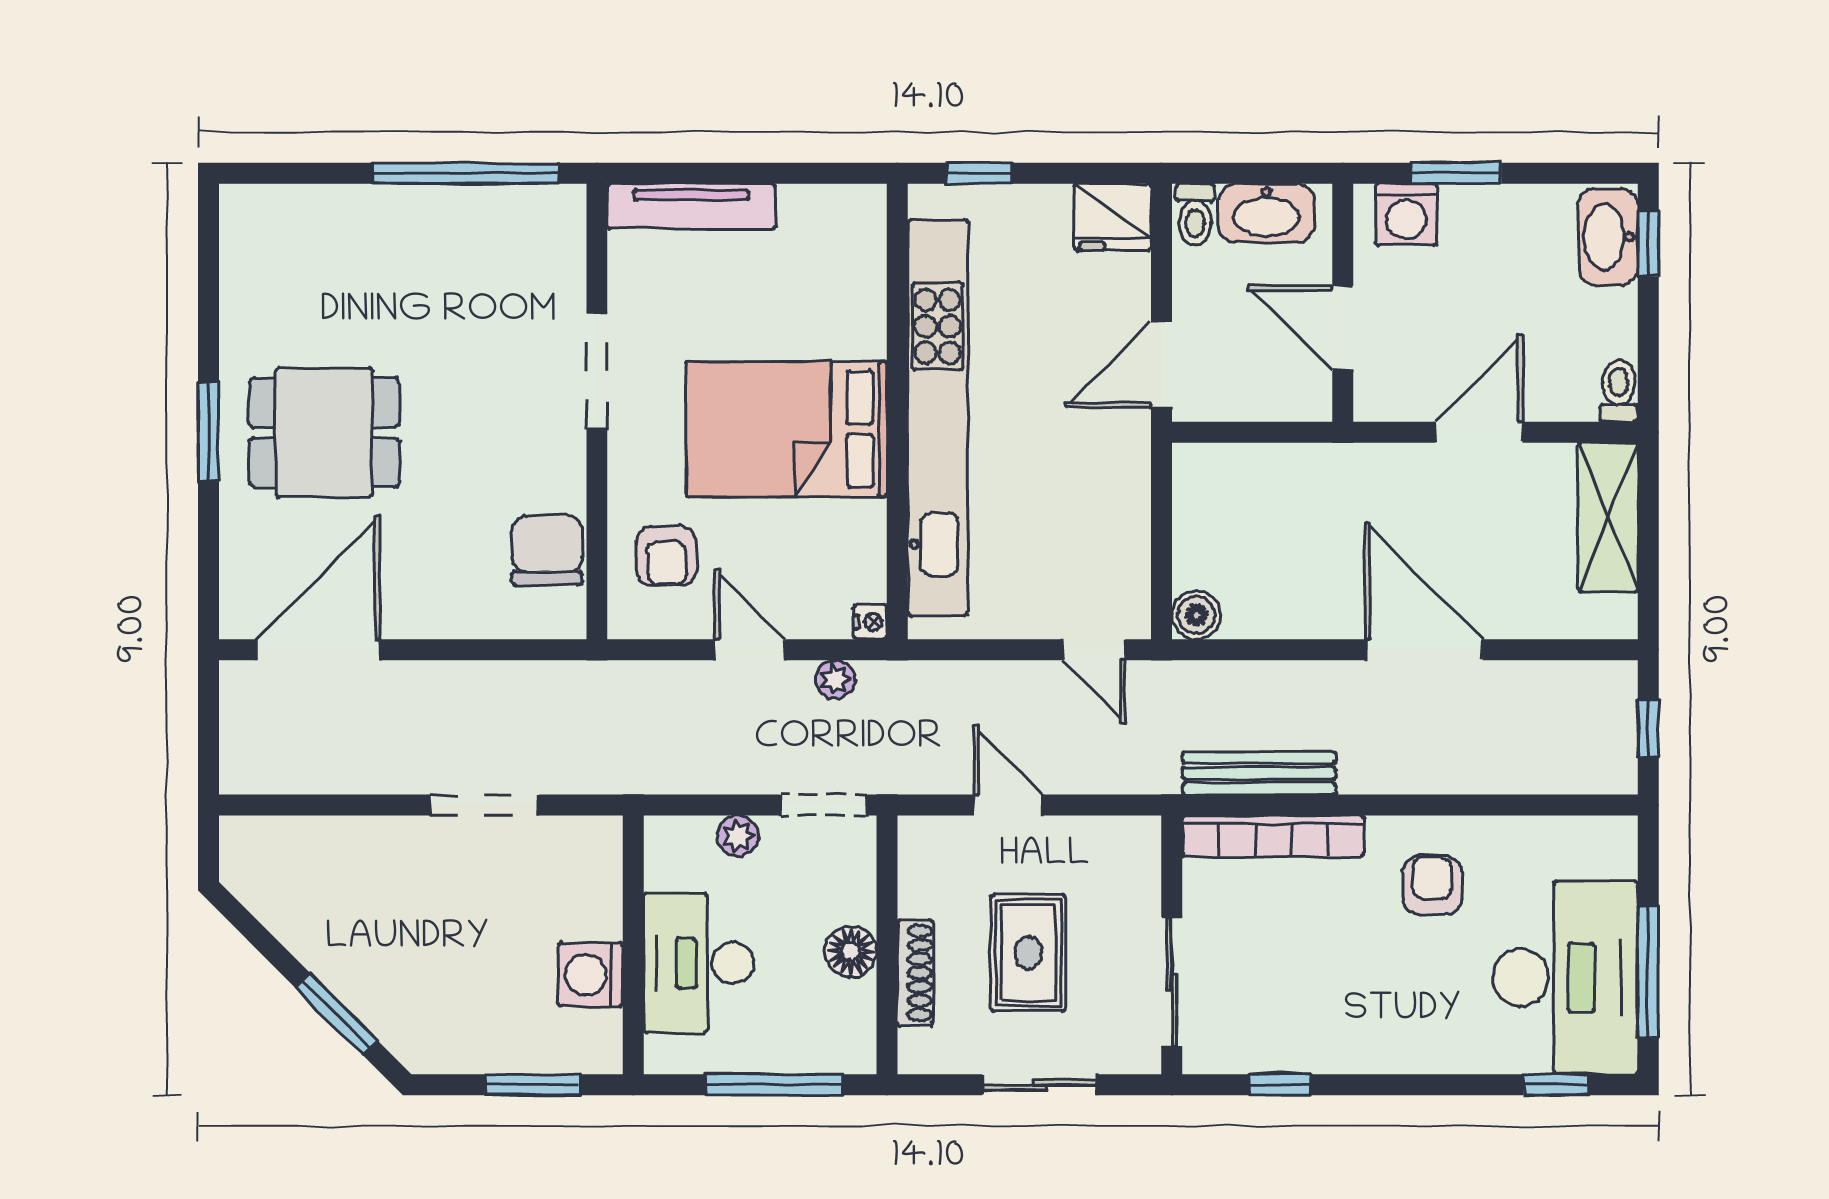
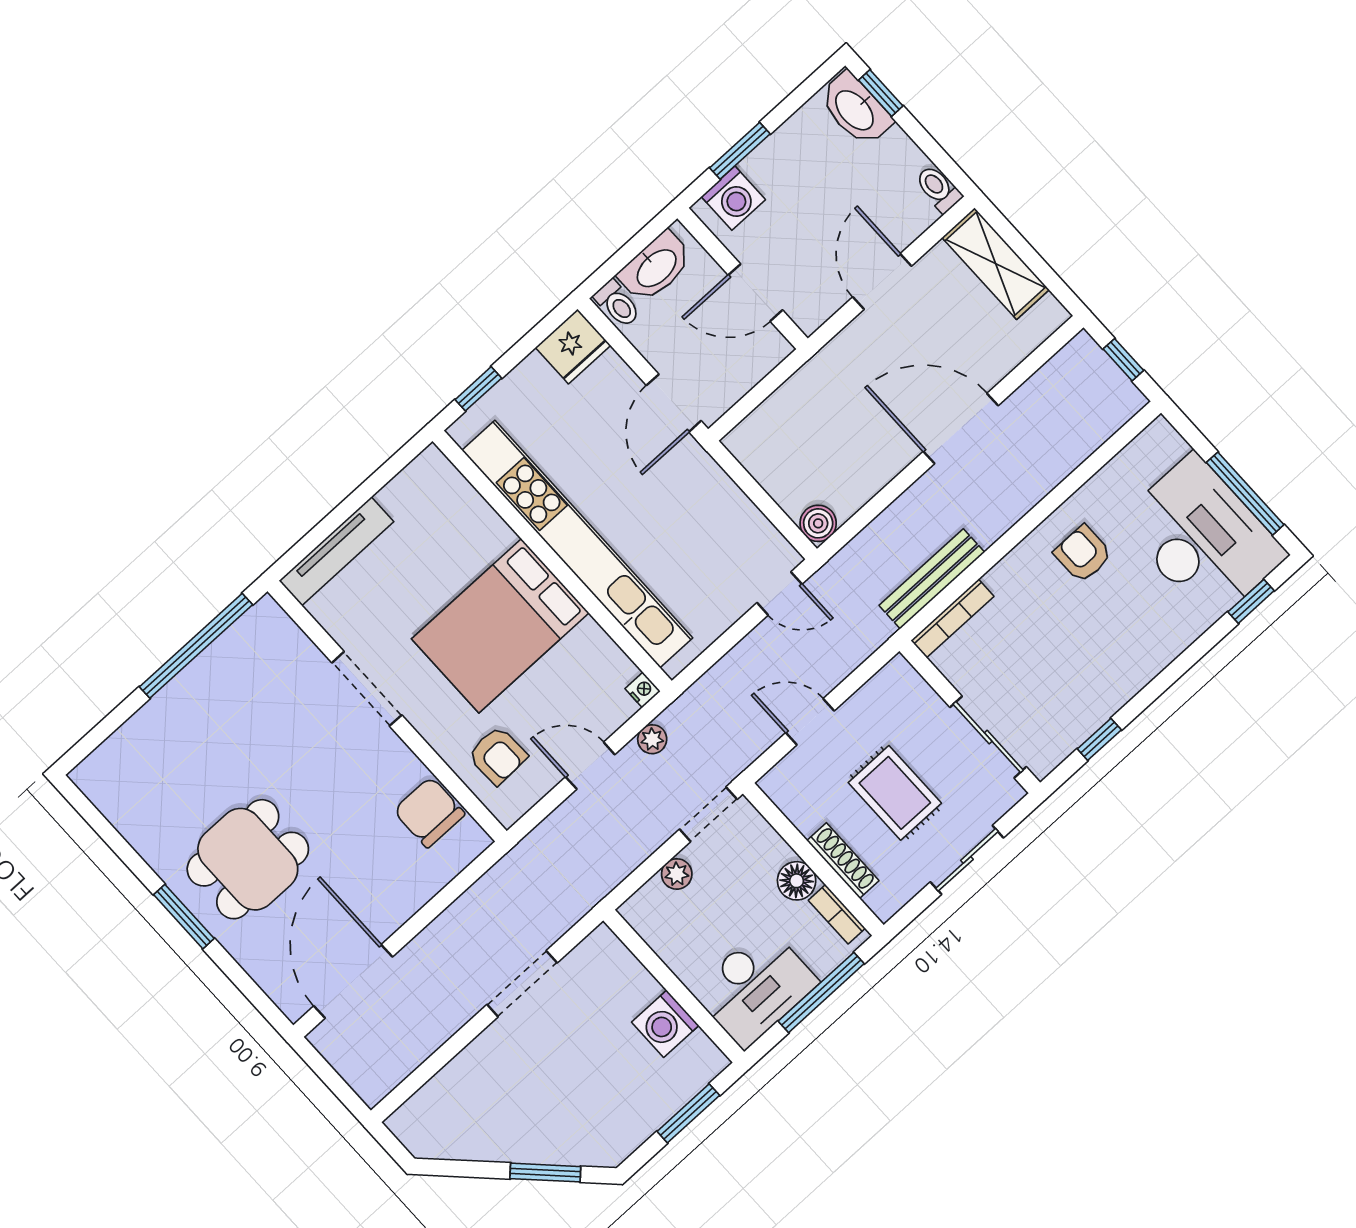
bookcase: (1273, 836) -> (952, 618), width x0.68, depth x0.76
desk: (698, 963) -> (755, 987), moved, turned -90
bookcase: (861, 1021) -> (837, 914), added

